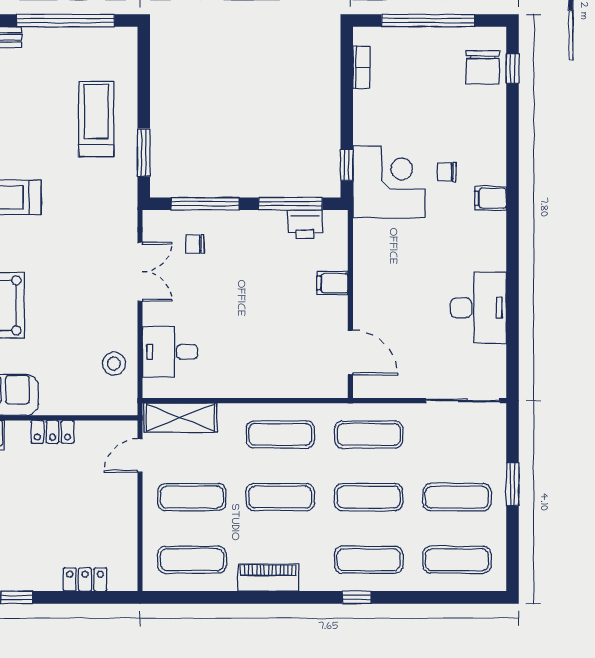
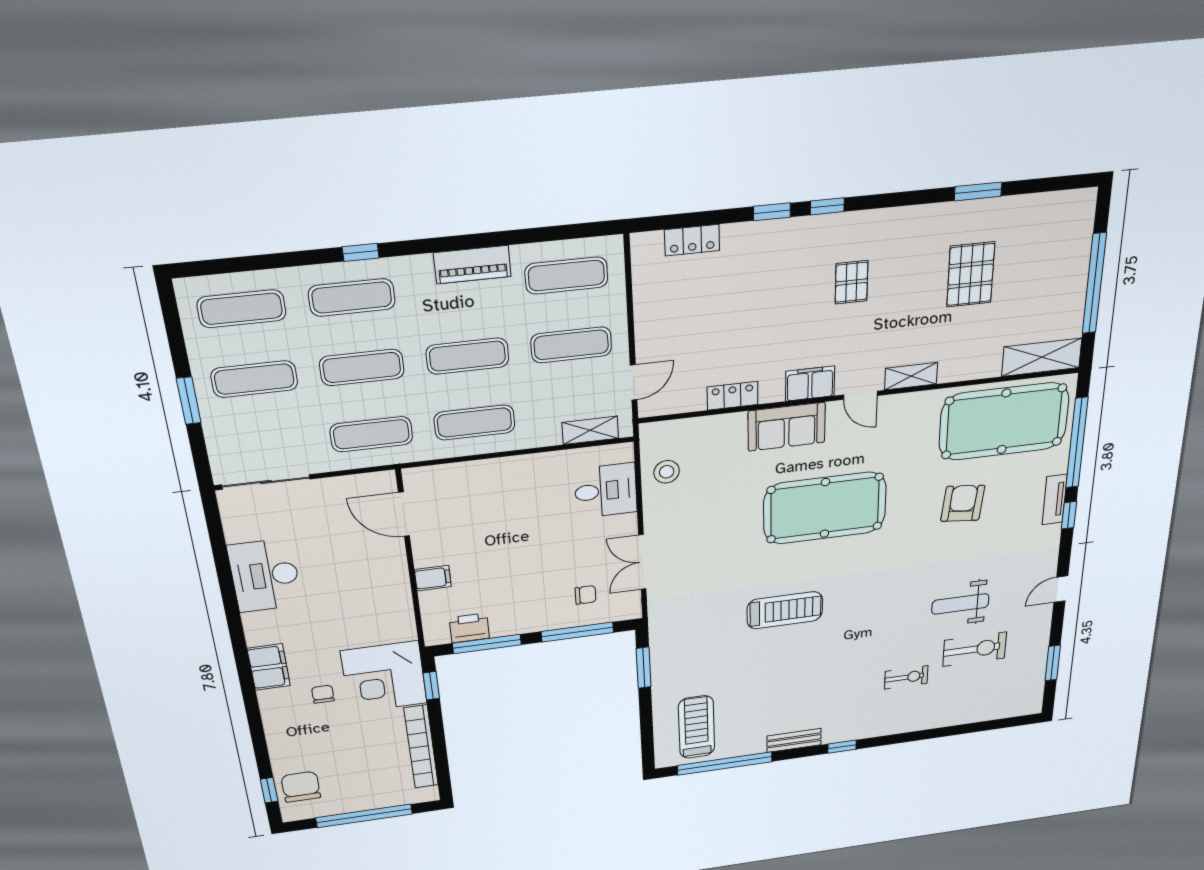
bookcase: (361, 67) -> (421, 747), width x2.31, depth x1.31
treadmill: (96, 119) -> (697, 727), moved, turned 180
chair: (447, 172) -> (323, 694), turned -90
filing cabinet: (491, 198) -> (269, 667), width x2.00
shelving: (180, 418) -> (590, 430), width x0.67, depth x0.75

